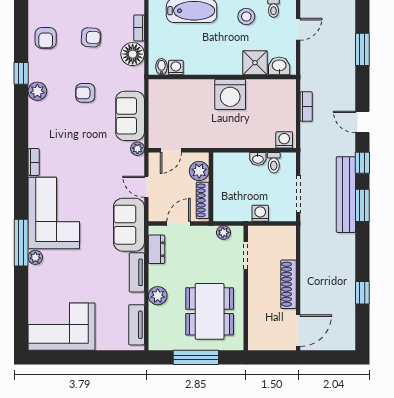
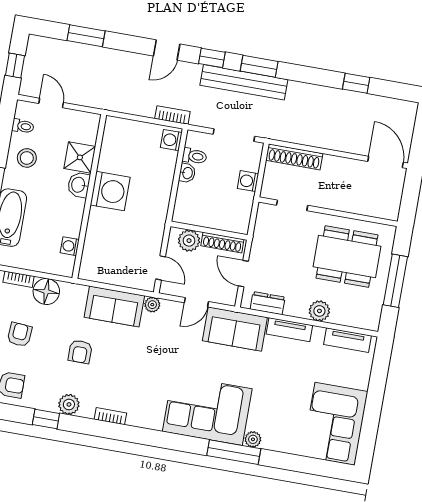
washbasin: (279, 66) -> (79, 185), moved
bidet: (162, 67) -> (66, 262), removed
bookcase: (306, 107) -> (172, 115), moved
bookcase: (34, 162) -> (110, 416), moved
plant: (224, 232) -> (262, 226), removed
shoe rack: (288, 284) -> (294, 157), moved

